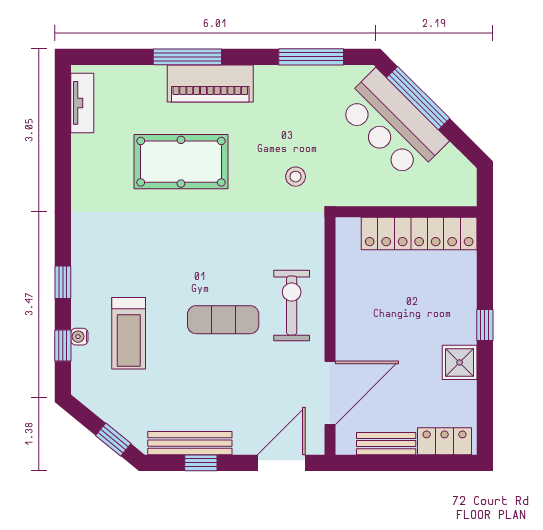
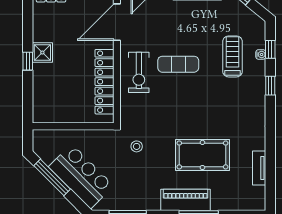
window: (418, 98) -> (52, 177), moved
tv unit: (82, 103) -> (259, 168), moved
locker: (419, 233) -> (104, 82), moved, turned -90
shower: (460, 362) -> (42, 53), moved

